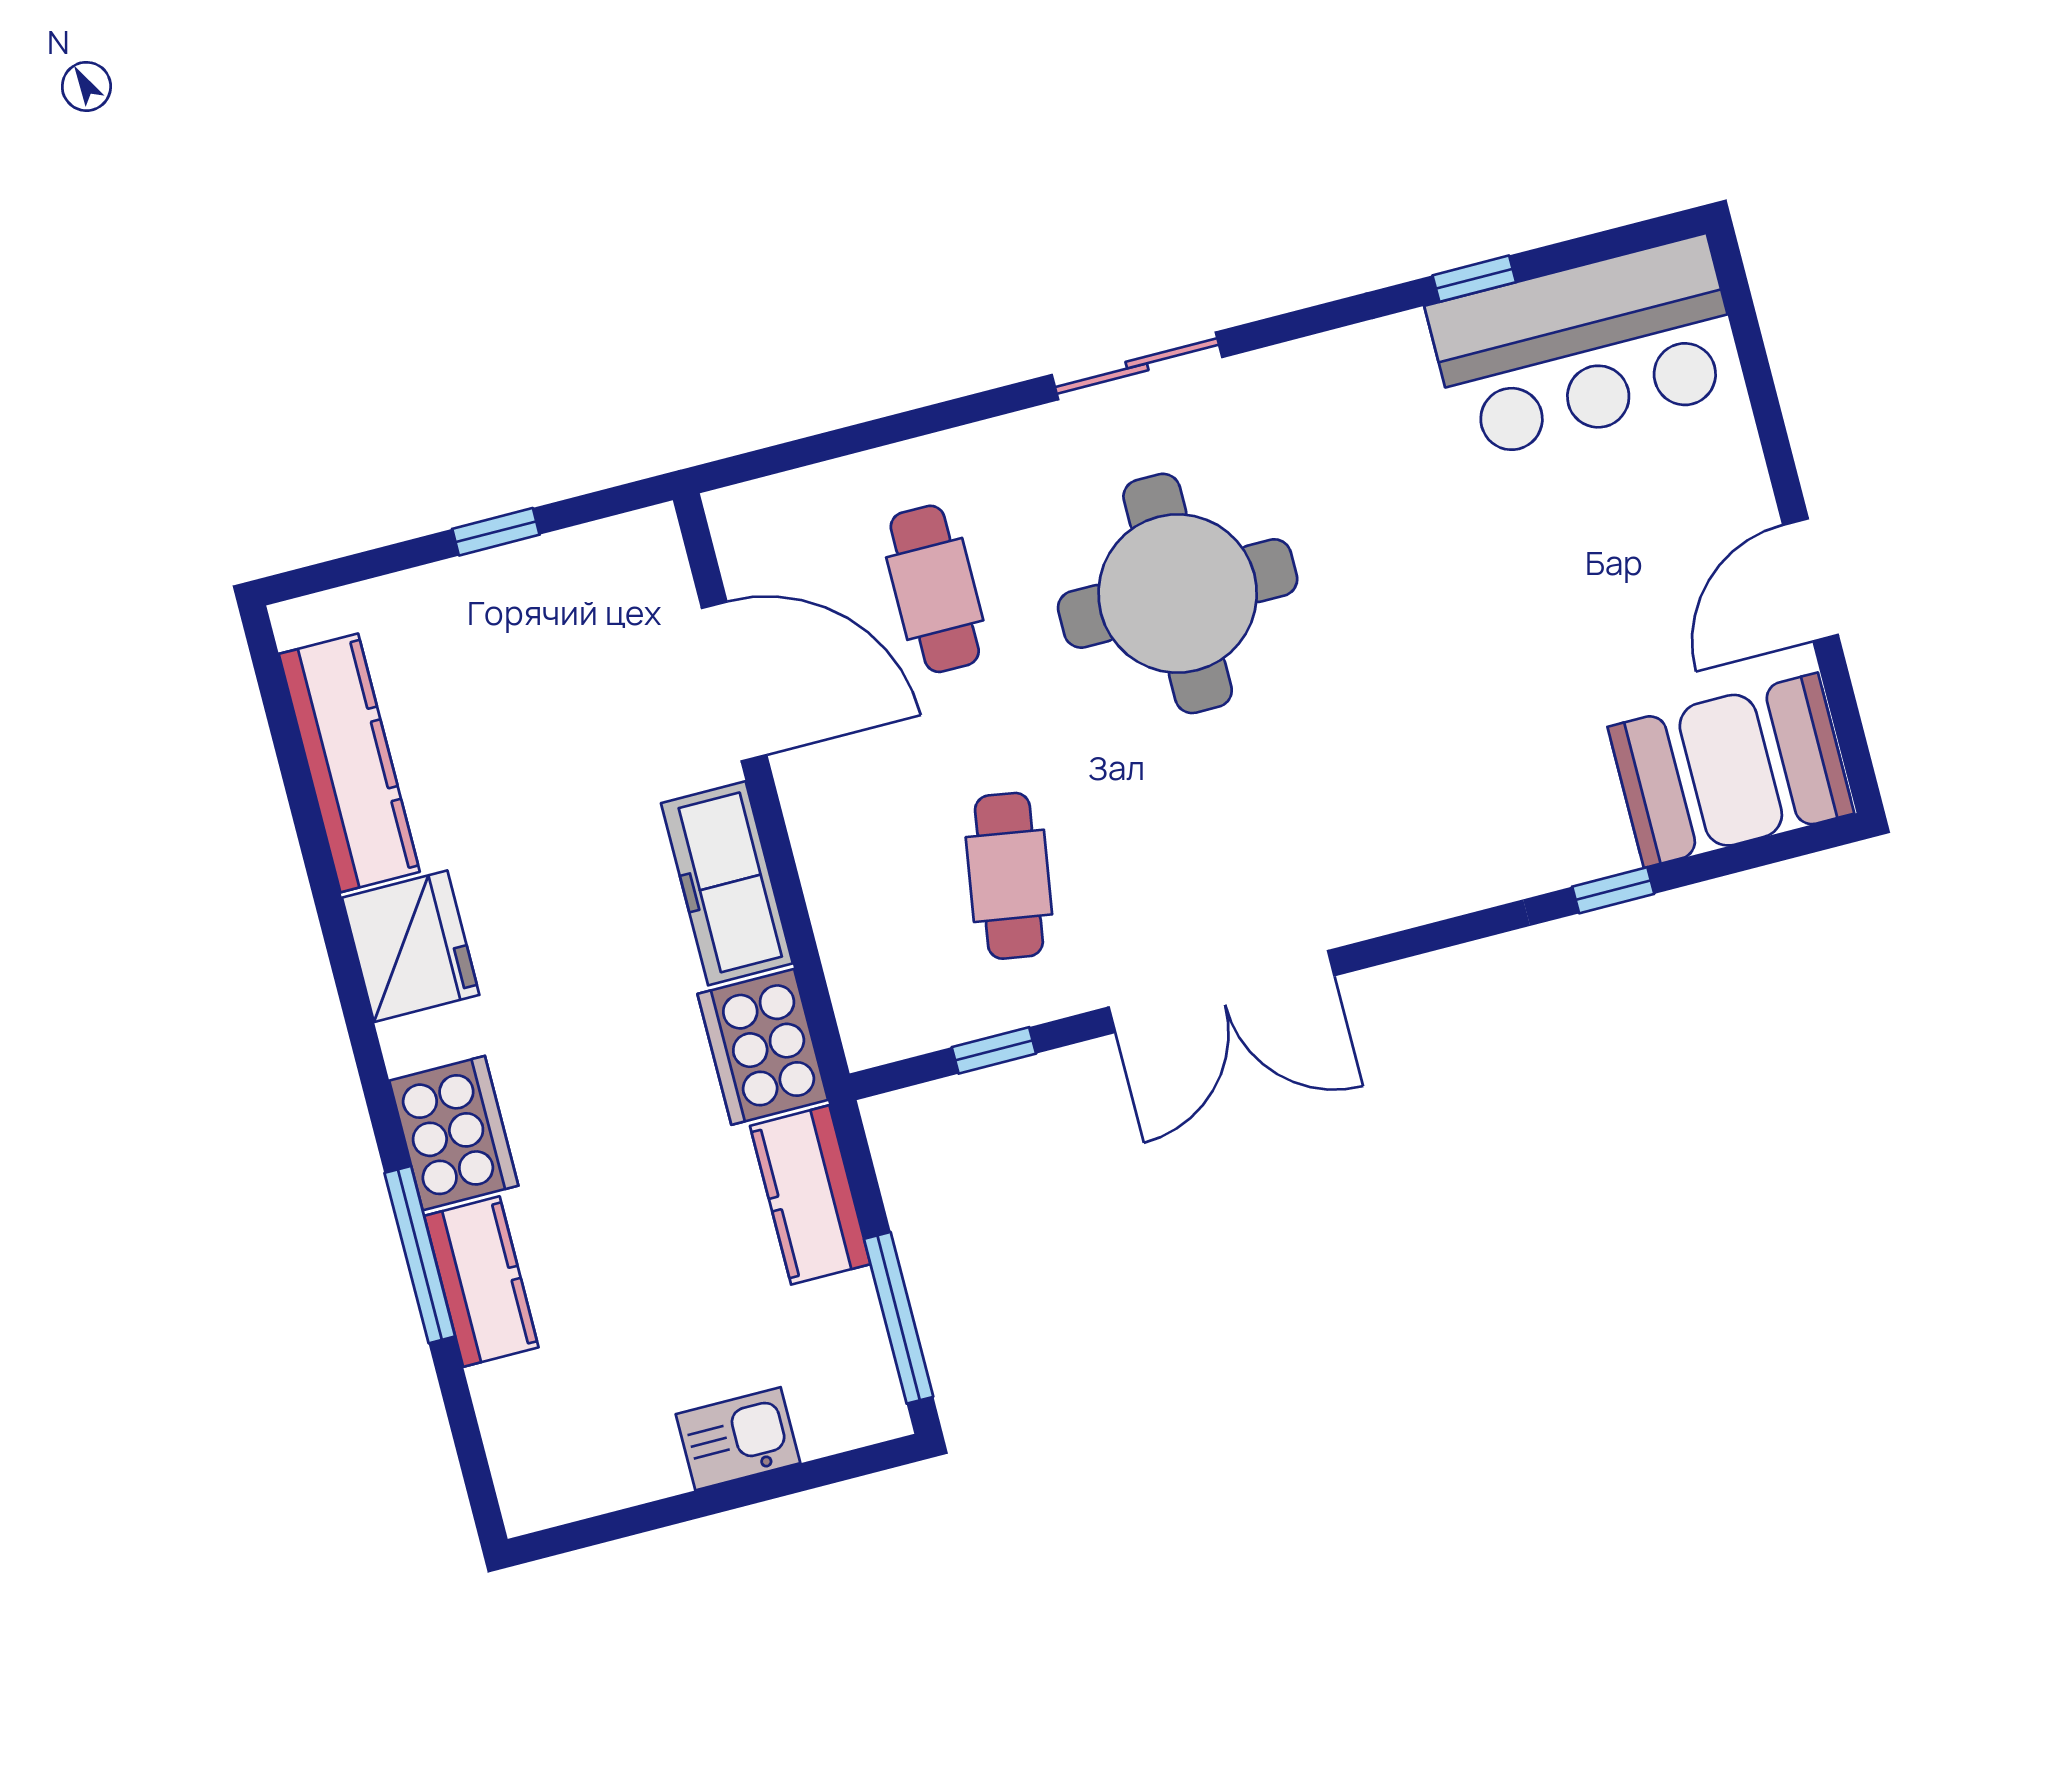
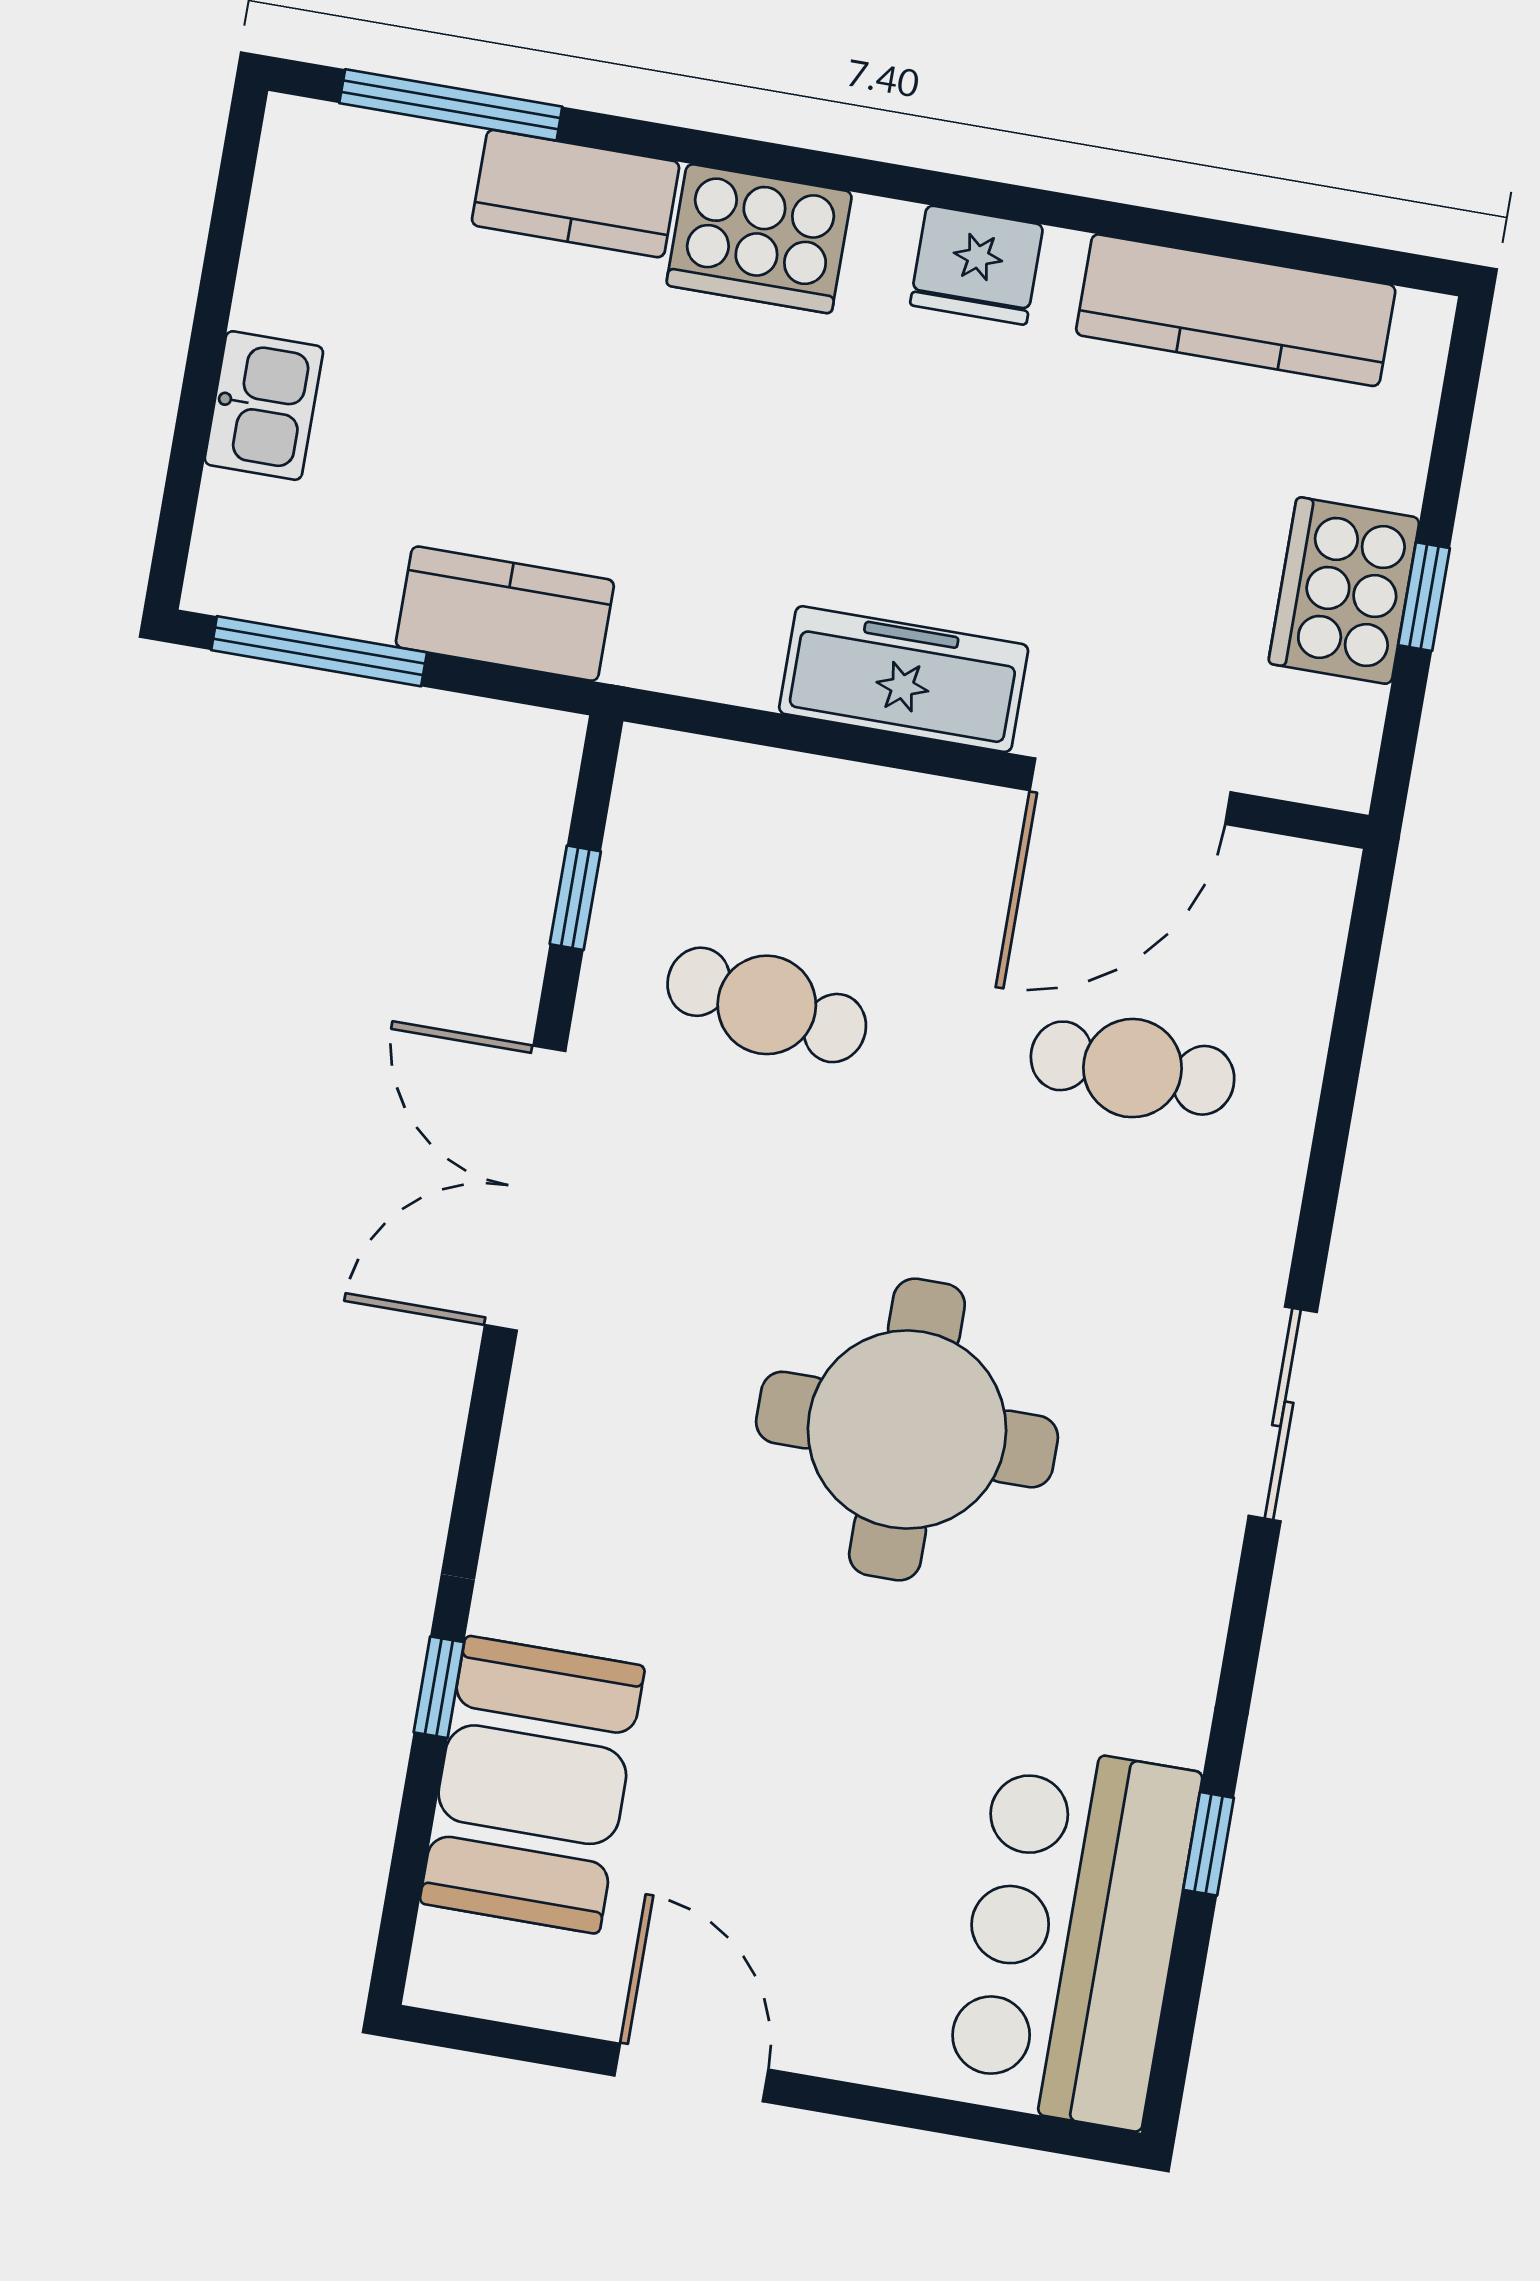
round table: (1178, 593) -> (907, 1430), moved
booth: (1731, 770) -> (532, 1785), moved
fridge: (411, 946) -> (977, 265), width x0.73, depth x0.75
cooker: (763, 1047) -> (1344, 591), moved, turned -90
window: (420, 1255) -> (451, 105), moved

